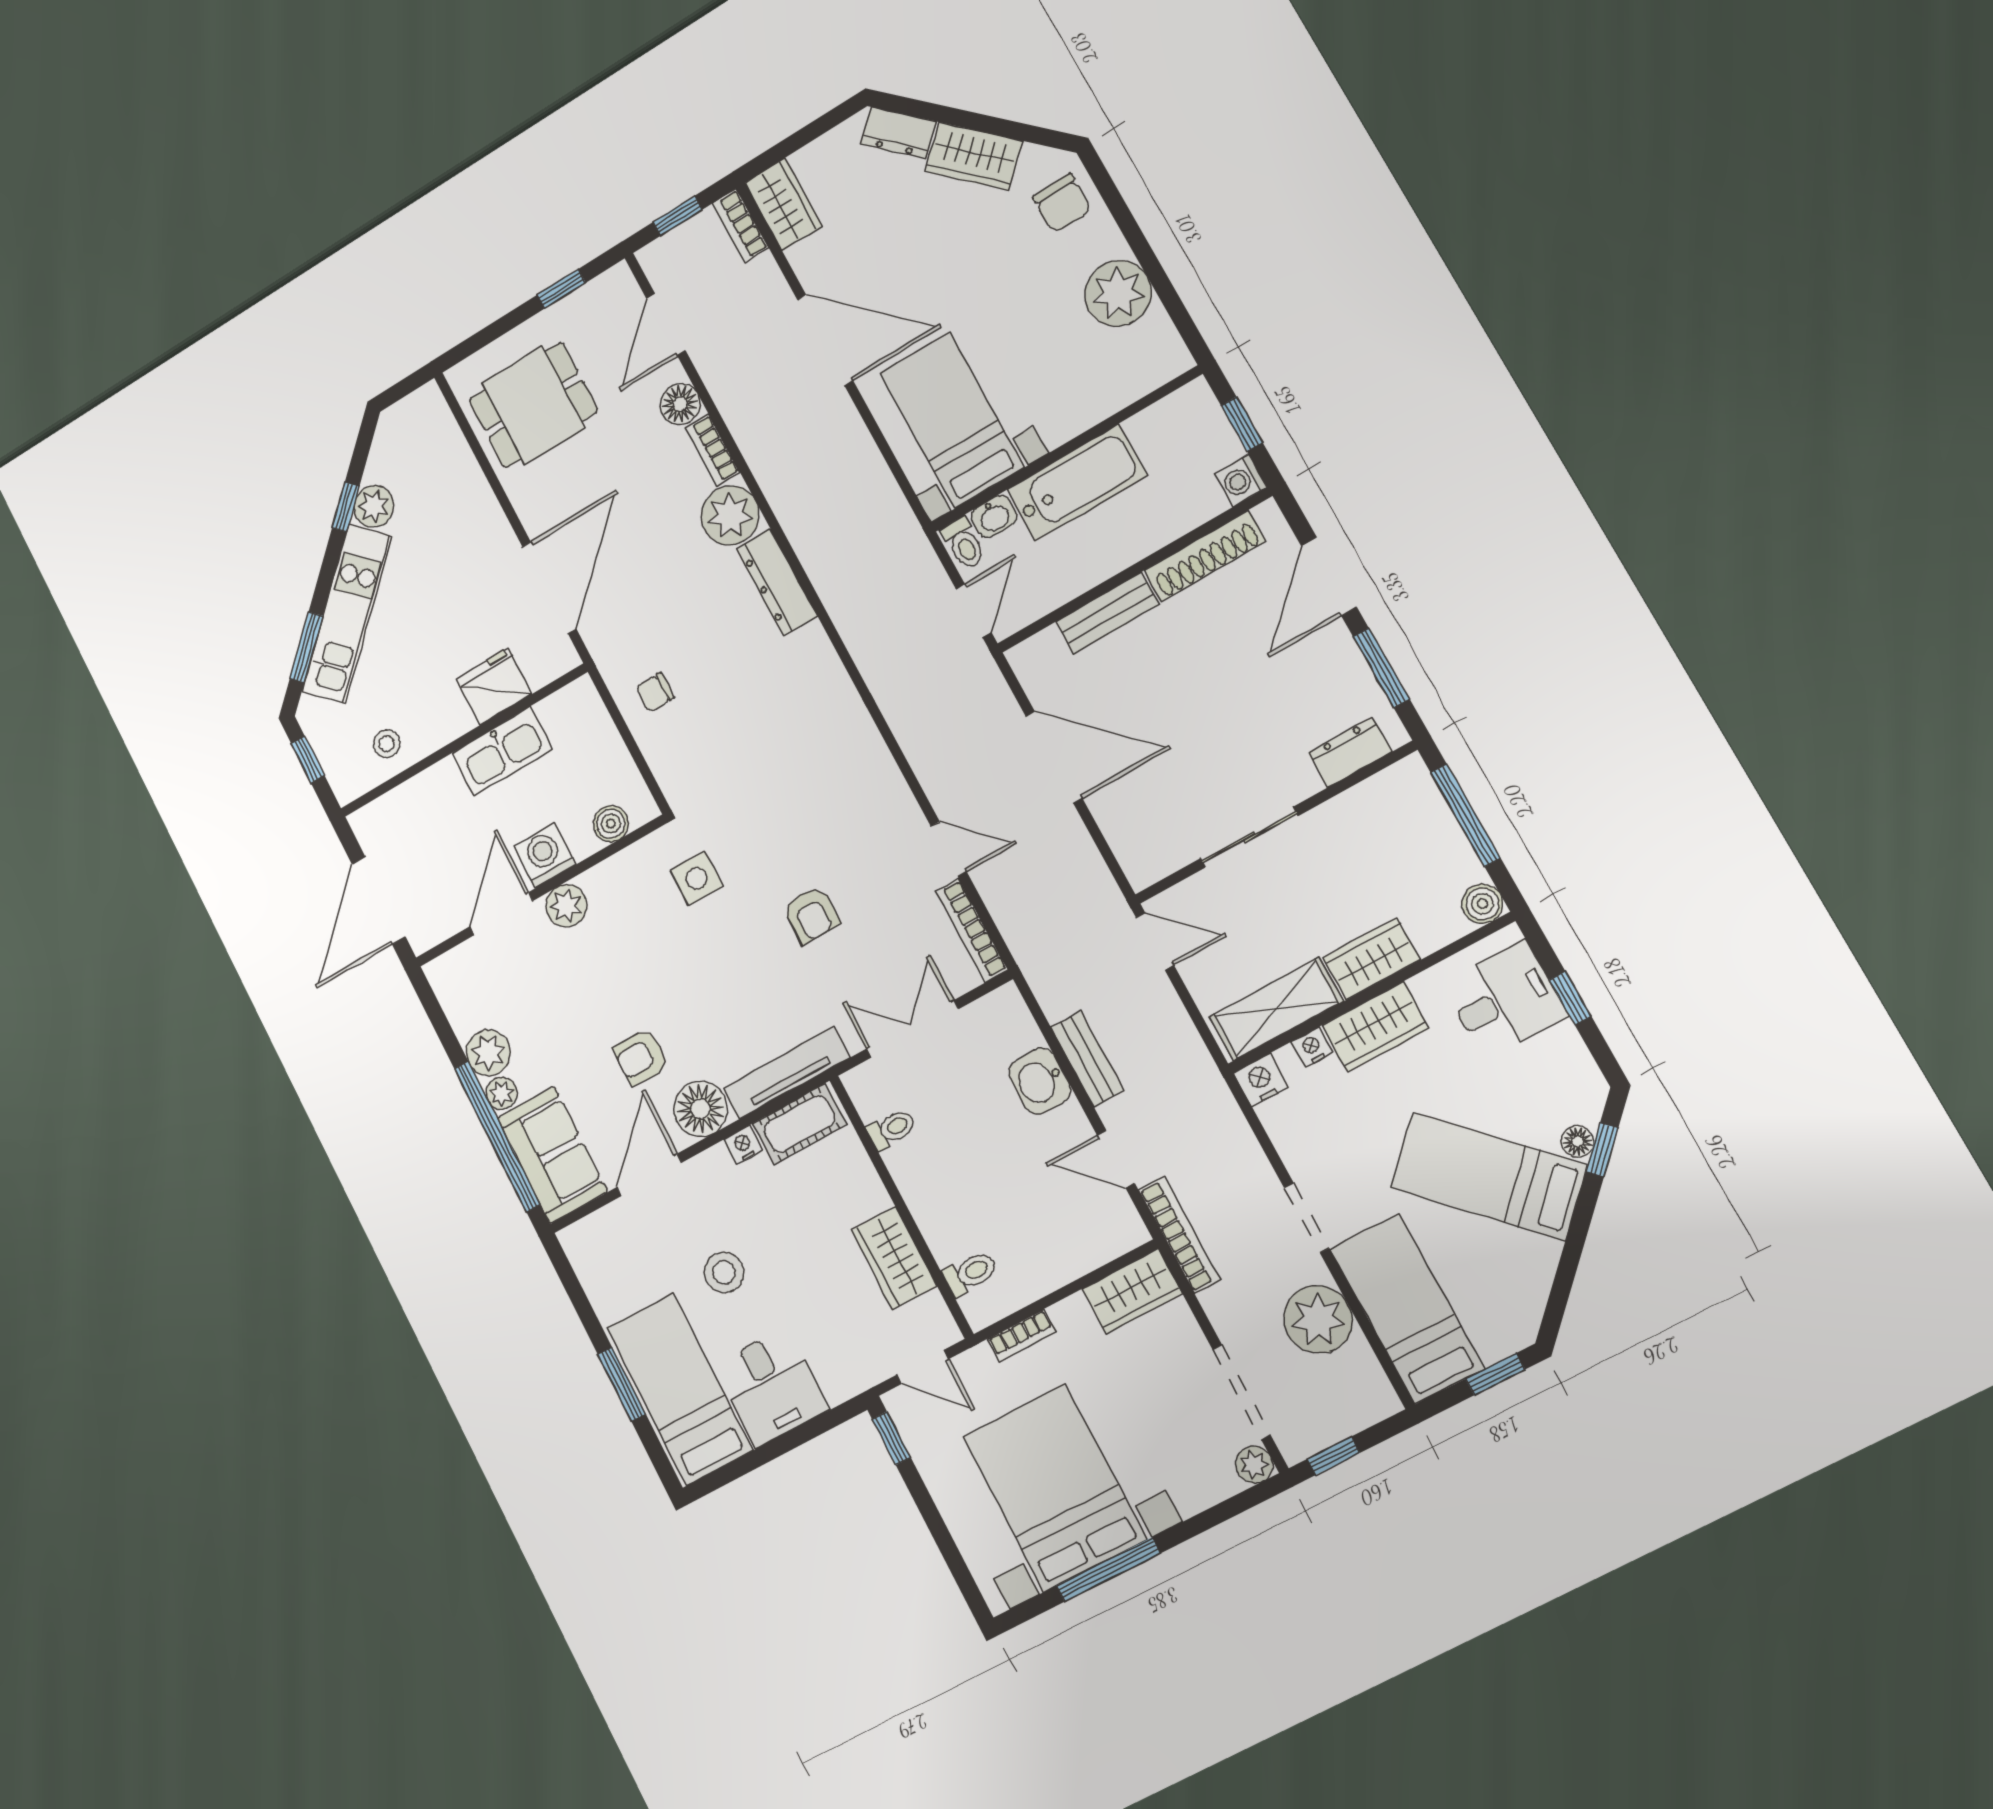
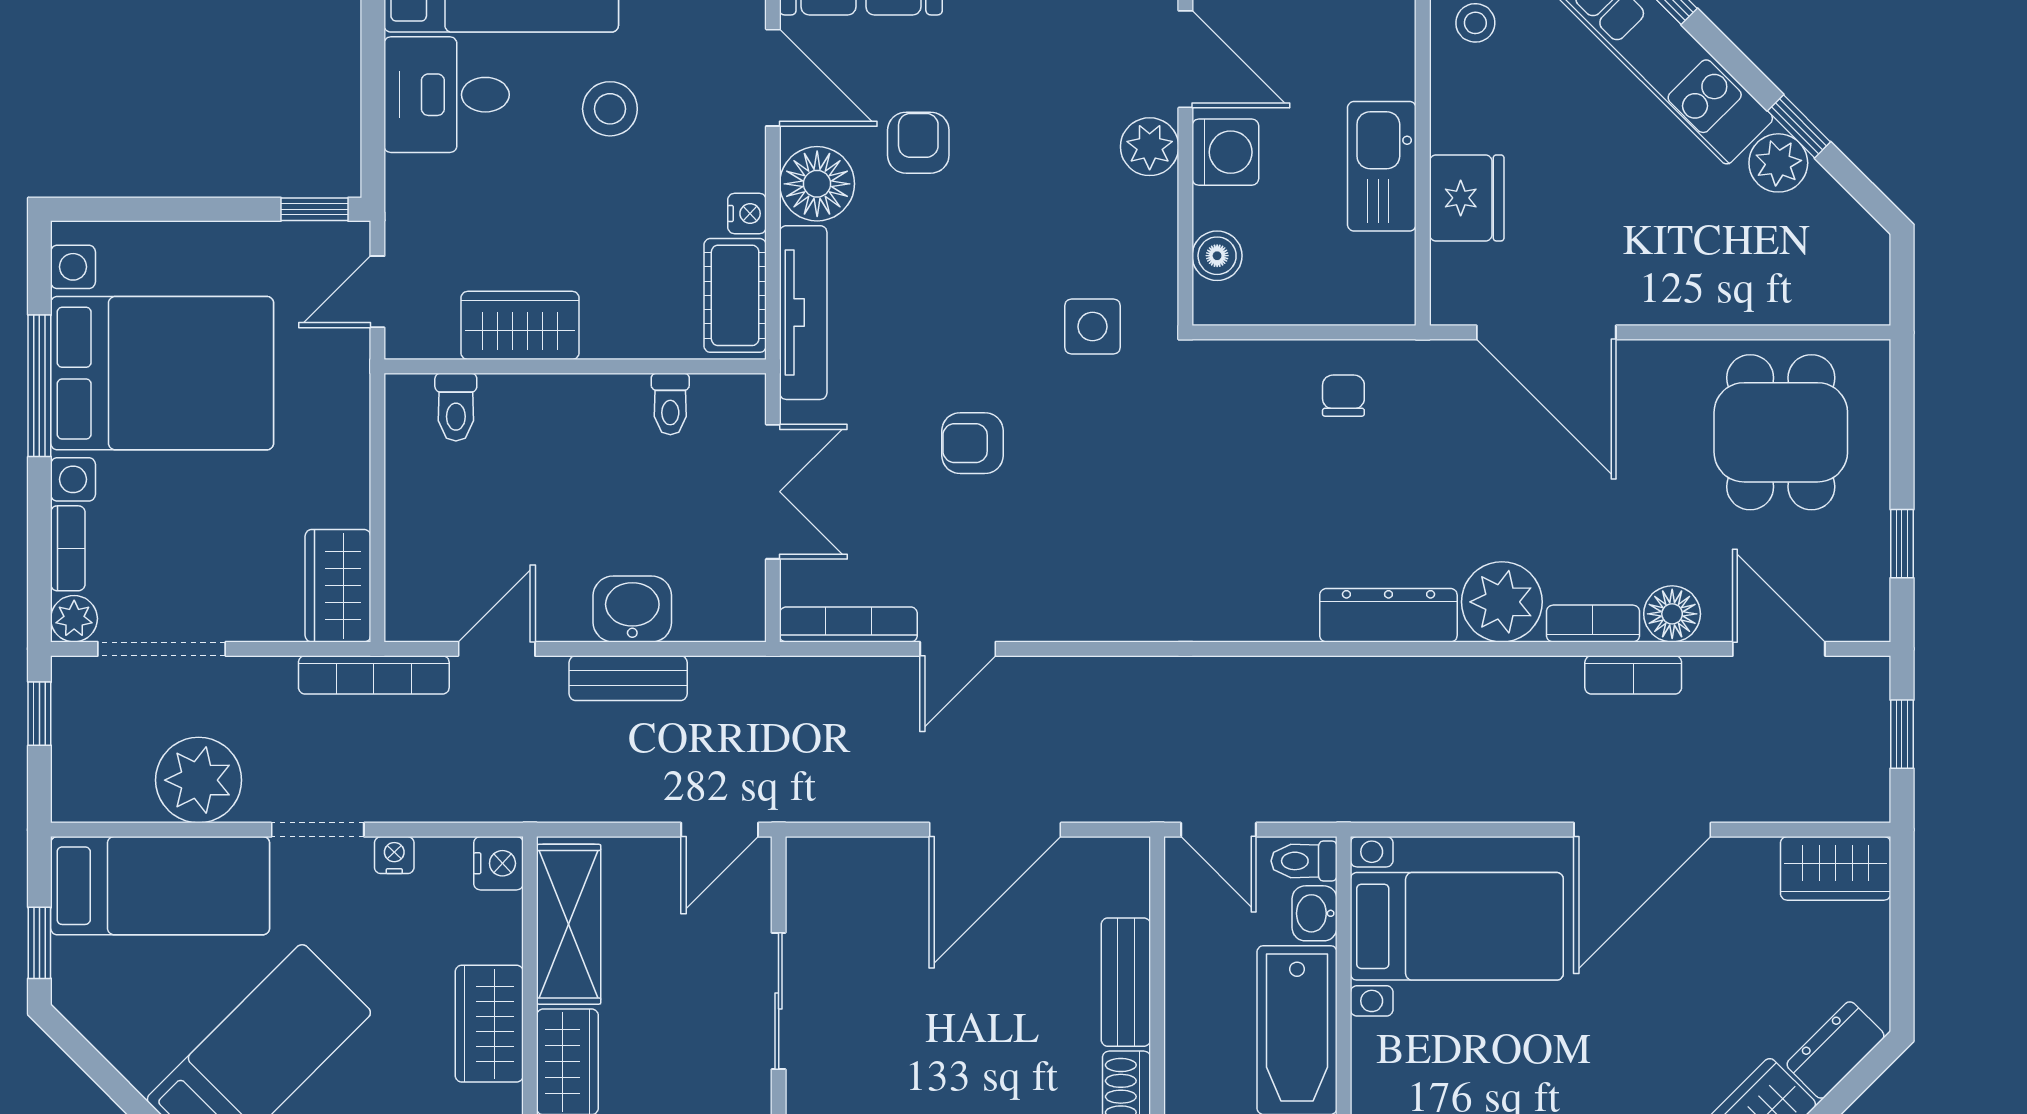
bookcase: (741, 226) -> (1633, 675), moved, turned 180
nightstand: (1312, 1047) -> (394, 855), moved, turned -90
bookcase: (1022, 1336) -> (68, 548), moved, turned 180

